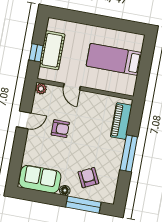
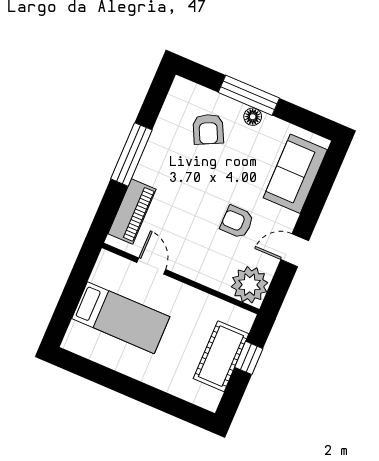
door: (72, 87) -> (151, 266), moved
plant: (41, 89) -> (250, 285), width x1.88, depth x1.88
sofa: (40, 179) -> (295, 174), moved, turned 90
window: (83, 205) -> (249, 95), moved

